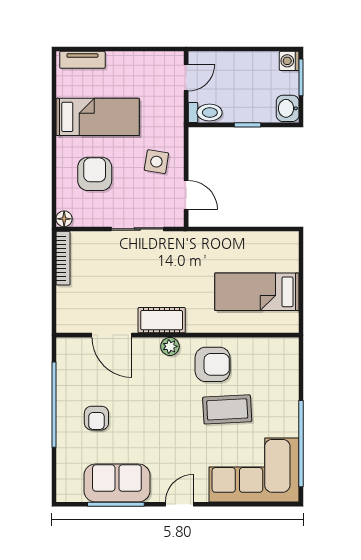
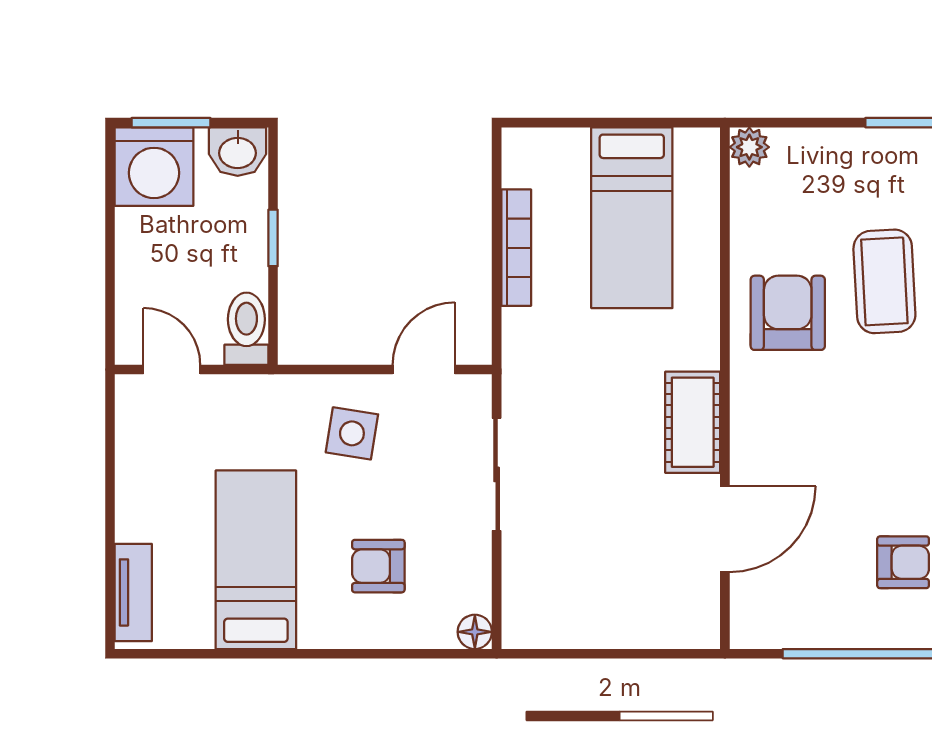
washing machine: (289, 61) -> (154, 167), width x1.89, depth x1.89
armchair: (95, 174) -> (378, 566), width x0.72, depth x0.72
bookcase: (63, 258) -> (516, 248), moved, turned 90
plant: (170, 346) -> (749, 147), moved

